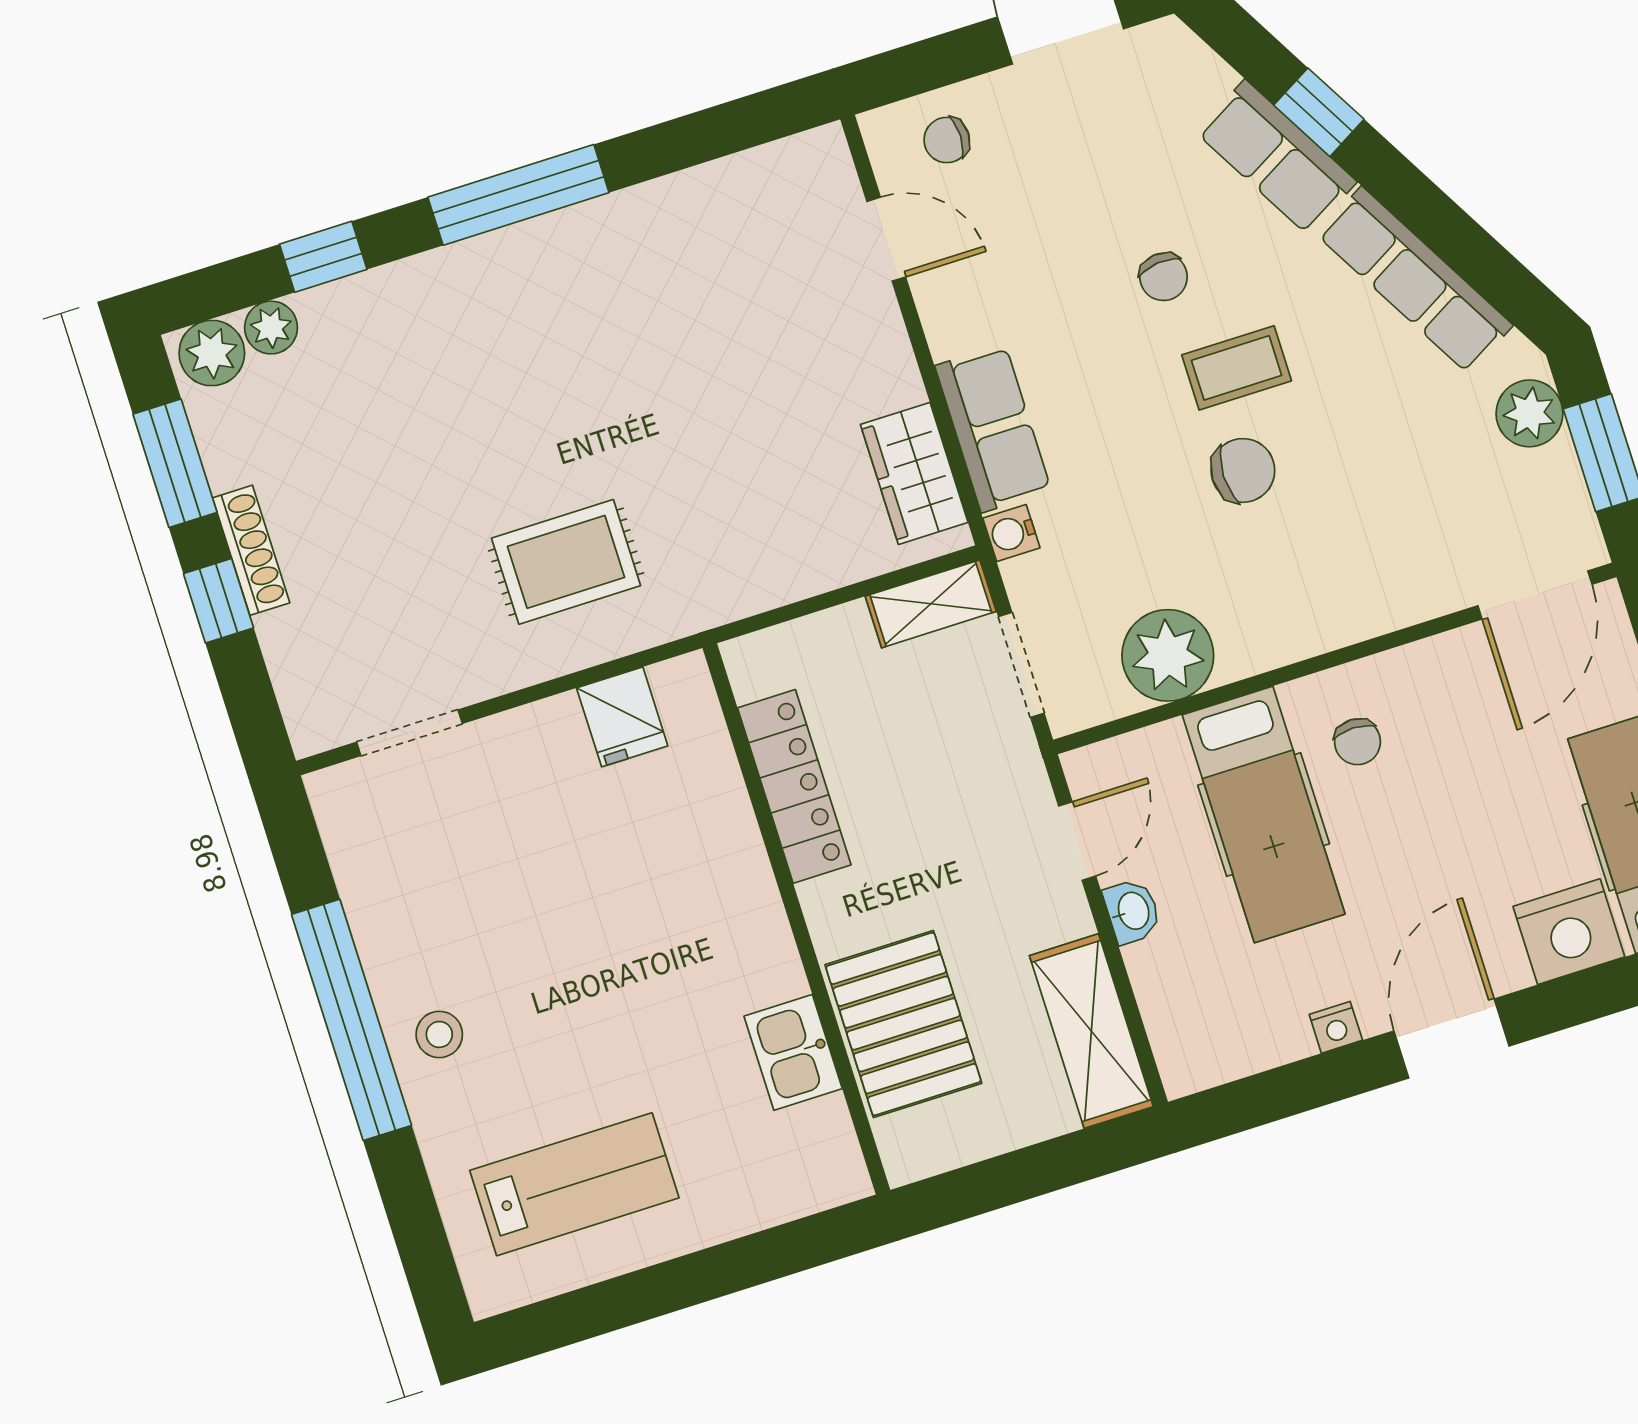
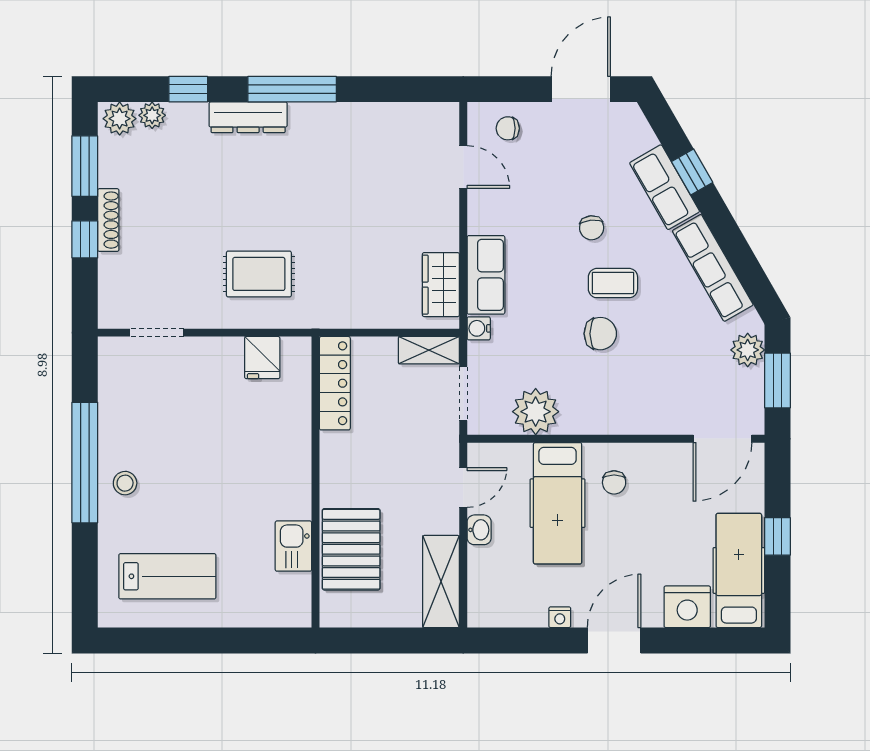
dresser: (452, 274) -> (248, 117), added
locker: (794, 786) -> (335, 383), moved

